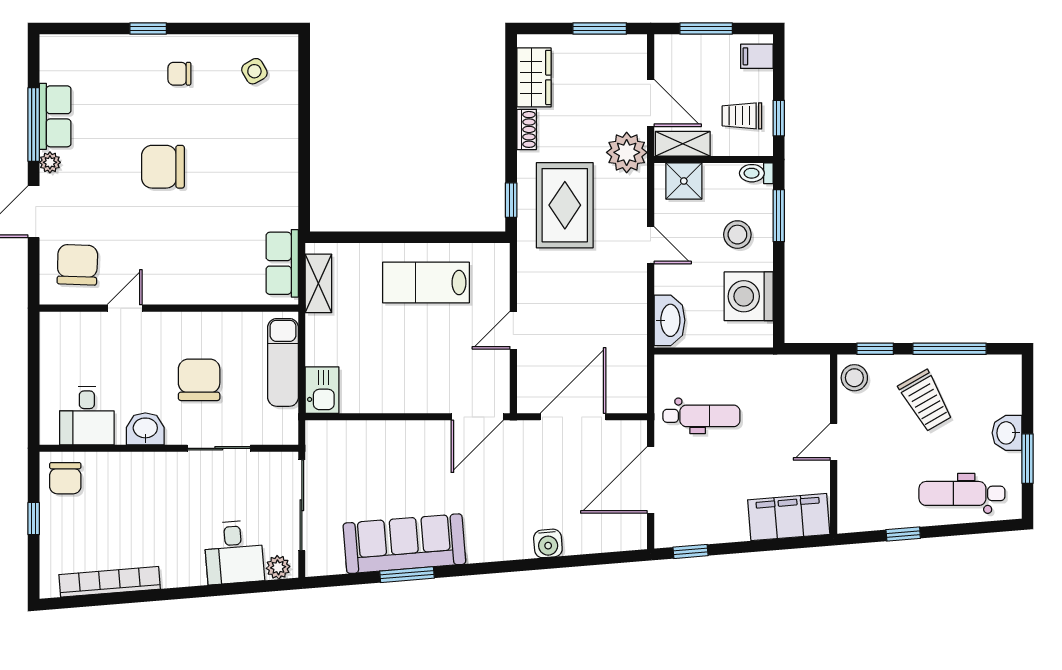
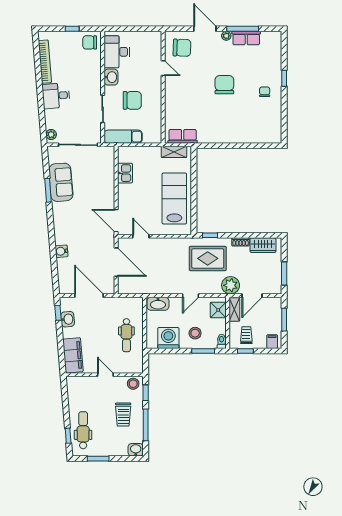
side table: (254, 71) -> (266, 124), removed
lab bench: (426, 282) -> (174, 198), width x1.36, depth x1.39
door: (513, 330) -> (141, 236), moved
exam couch: (283, 362) -> (123, 137), moved
kitchen sink: (322, 390) -> (125, 173), moved, turned -90
trolley: (926, 401) -> (123, 415), turned -60
desk: (87, 416) -> (117, 52), width x1.37
dental chair: (701, 416) -> (126, 335), moved
washbasin: (1007, 433) -> (136, 450), moved
washbasin: (705, 529) -> (68, 319), added
window: (903, 534) -> (68, 436), moved
sofa: (404, 544) -> (61, 182), width x0.73
desk: (234, 552) -> (56, 96), moved

